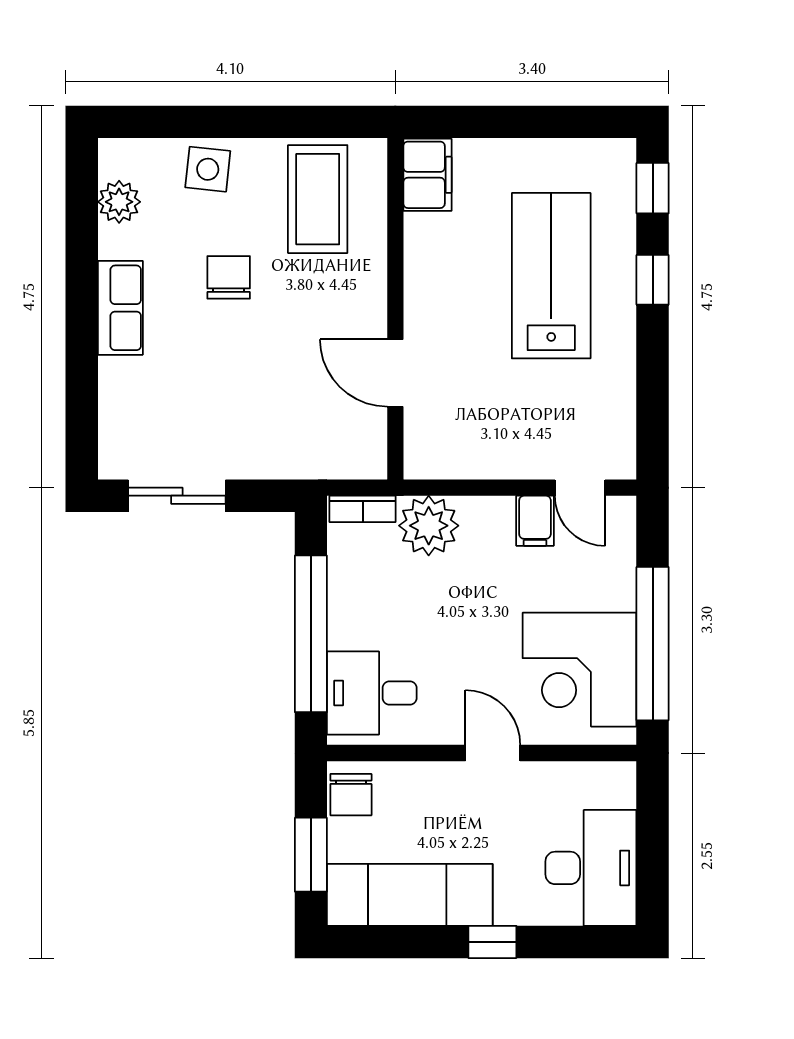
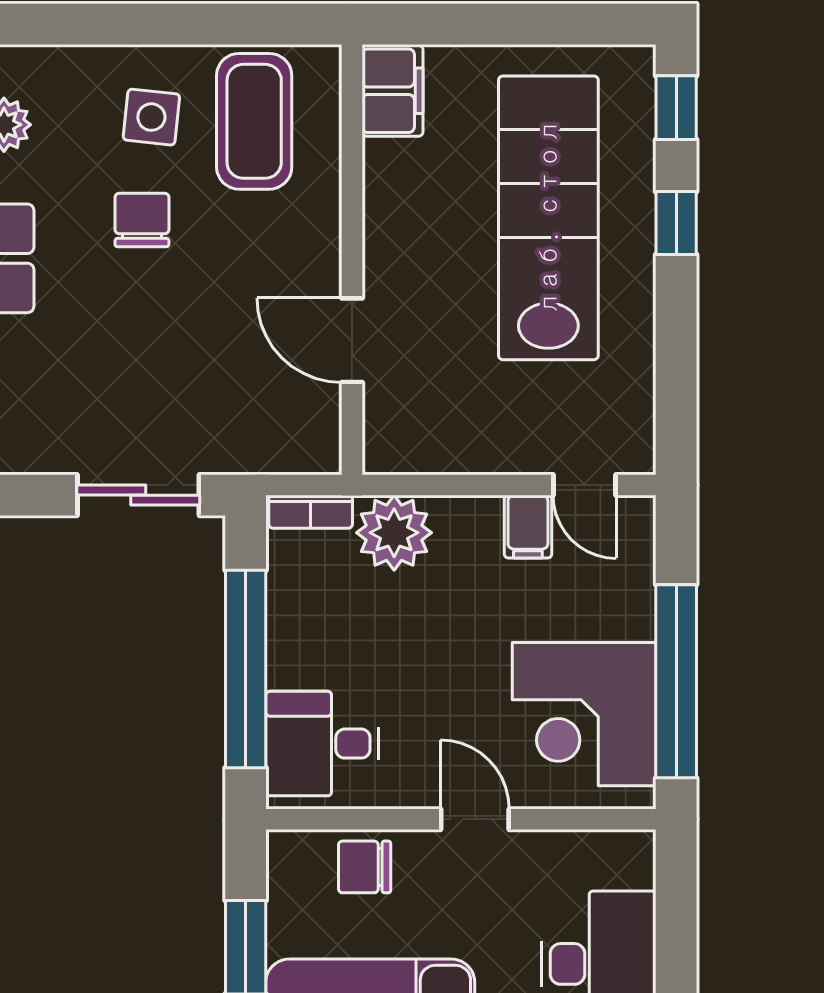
side table: (208, 169) -> (151, 117), moved
lab bench: (551, 276) -> (548, 218), width x1.36
sliding door: (177, 496) -> (138, 495), moved
chair: (351, 795) -> (365, 867), moved, turned 90

